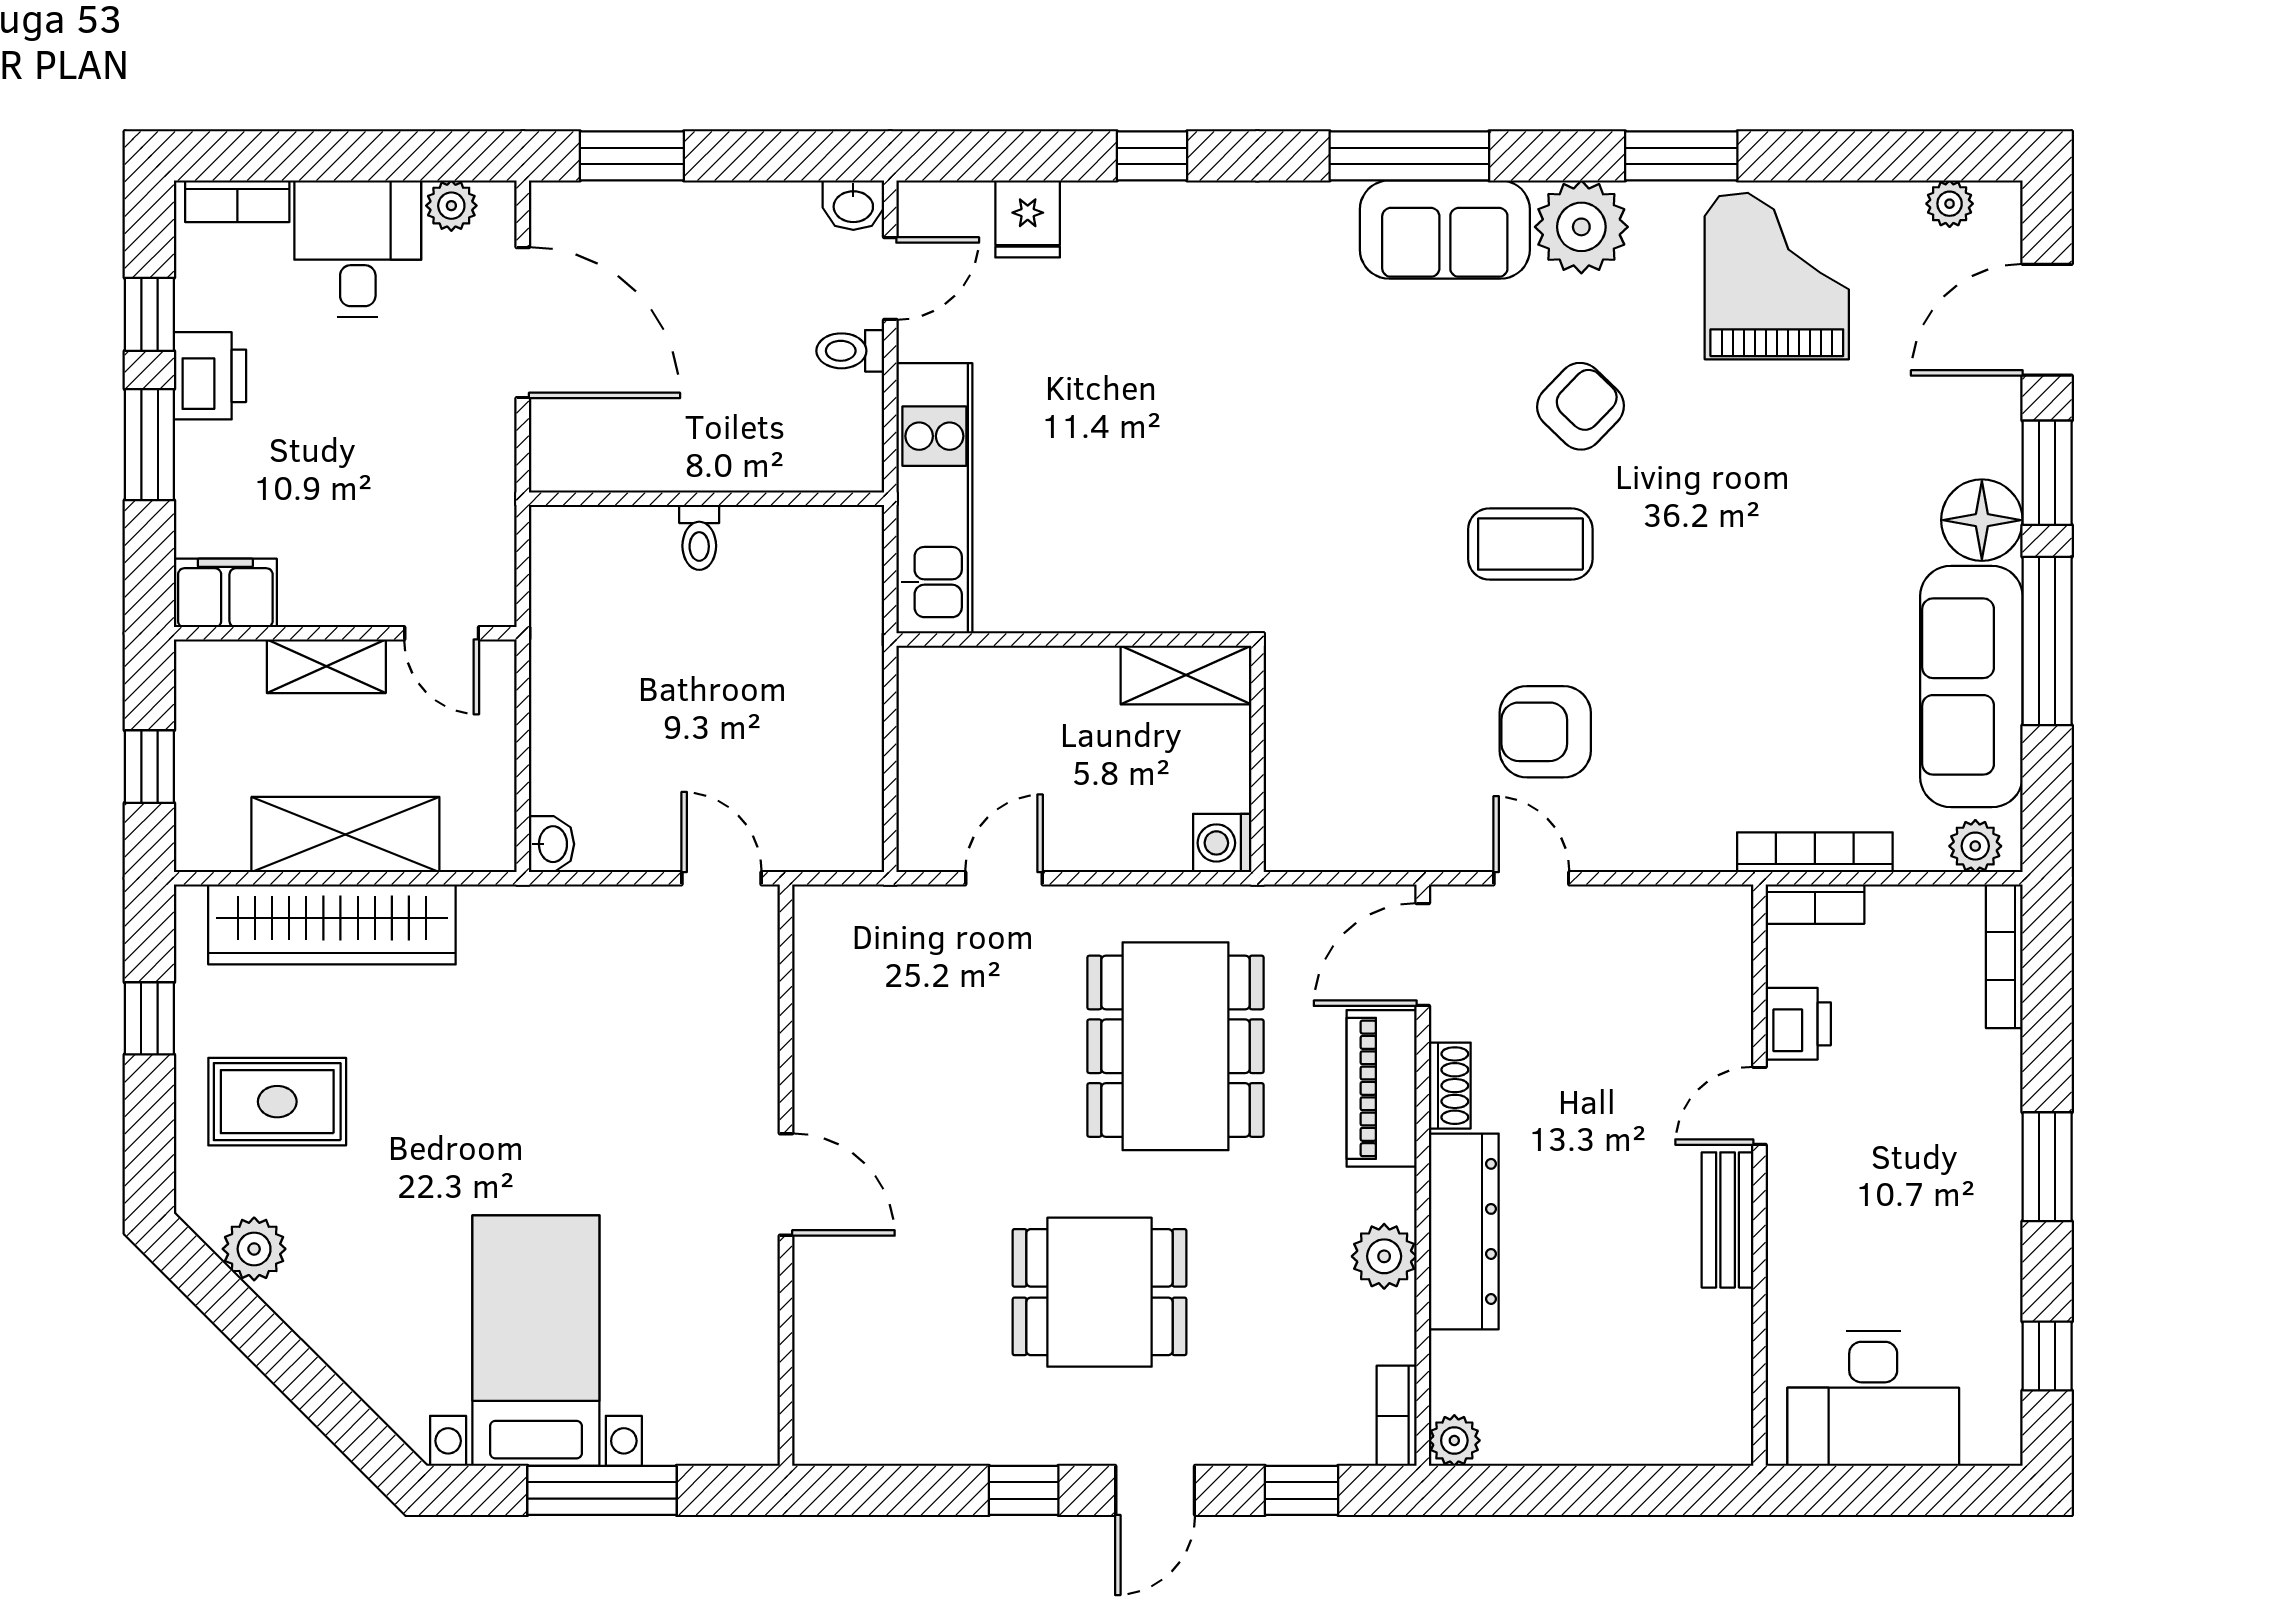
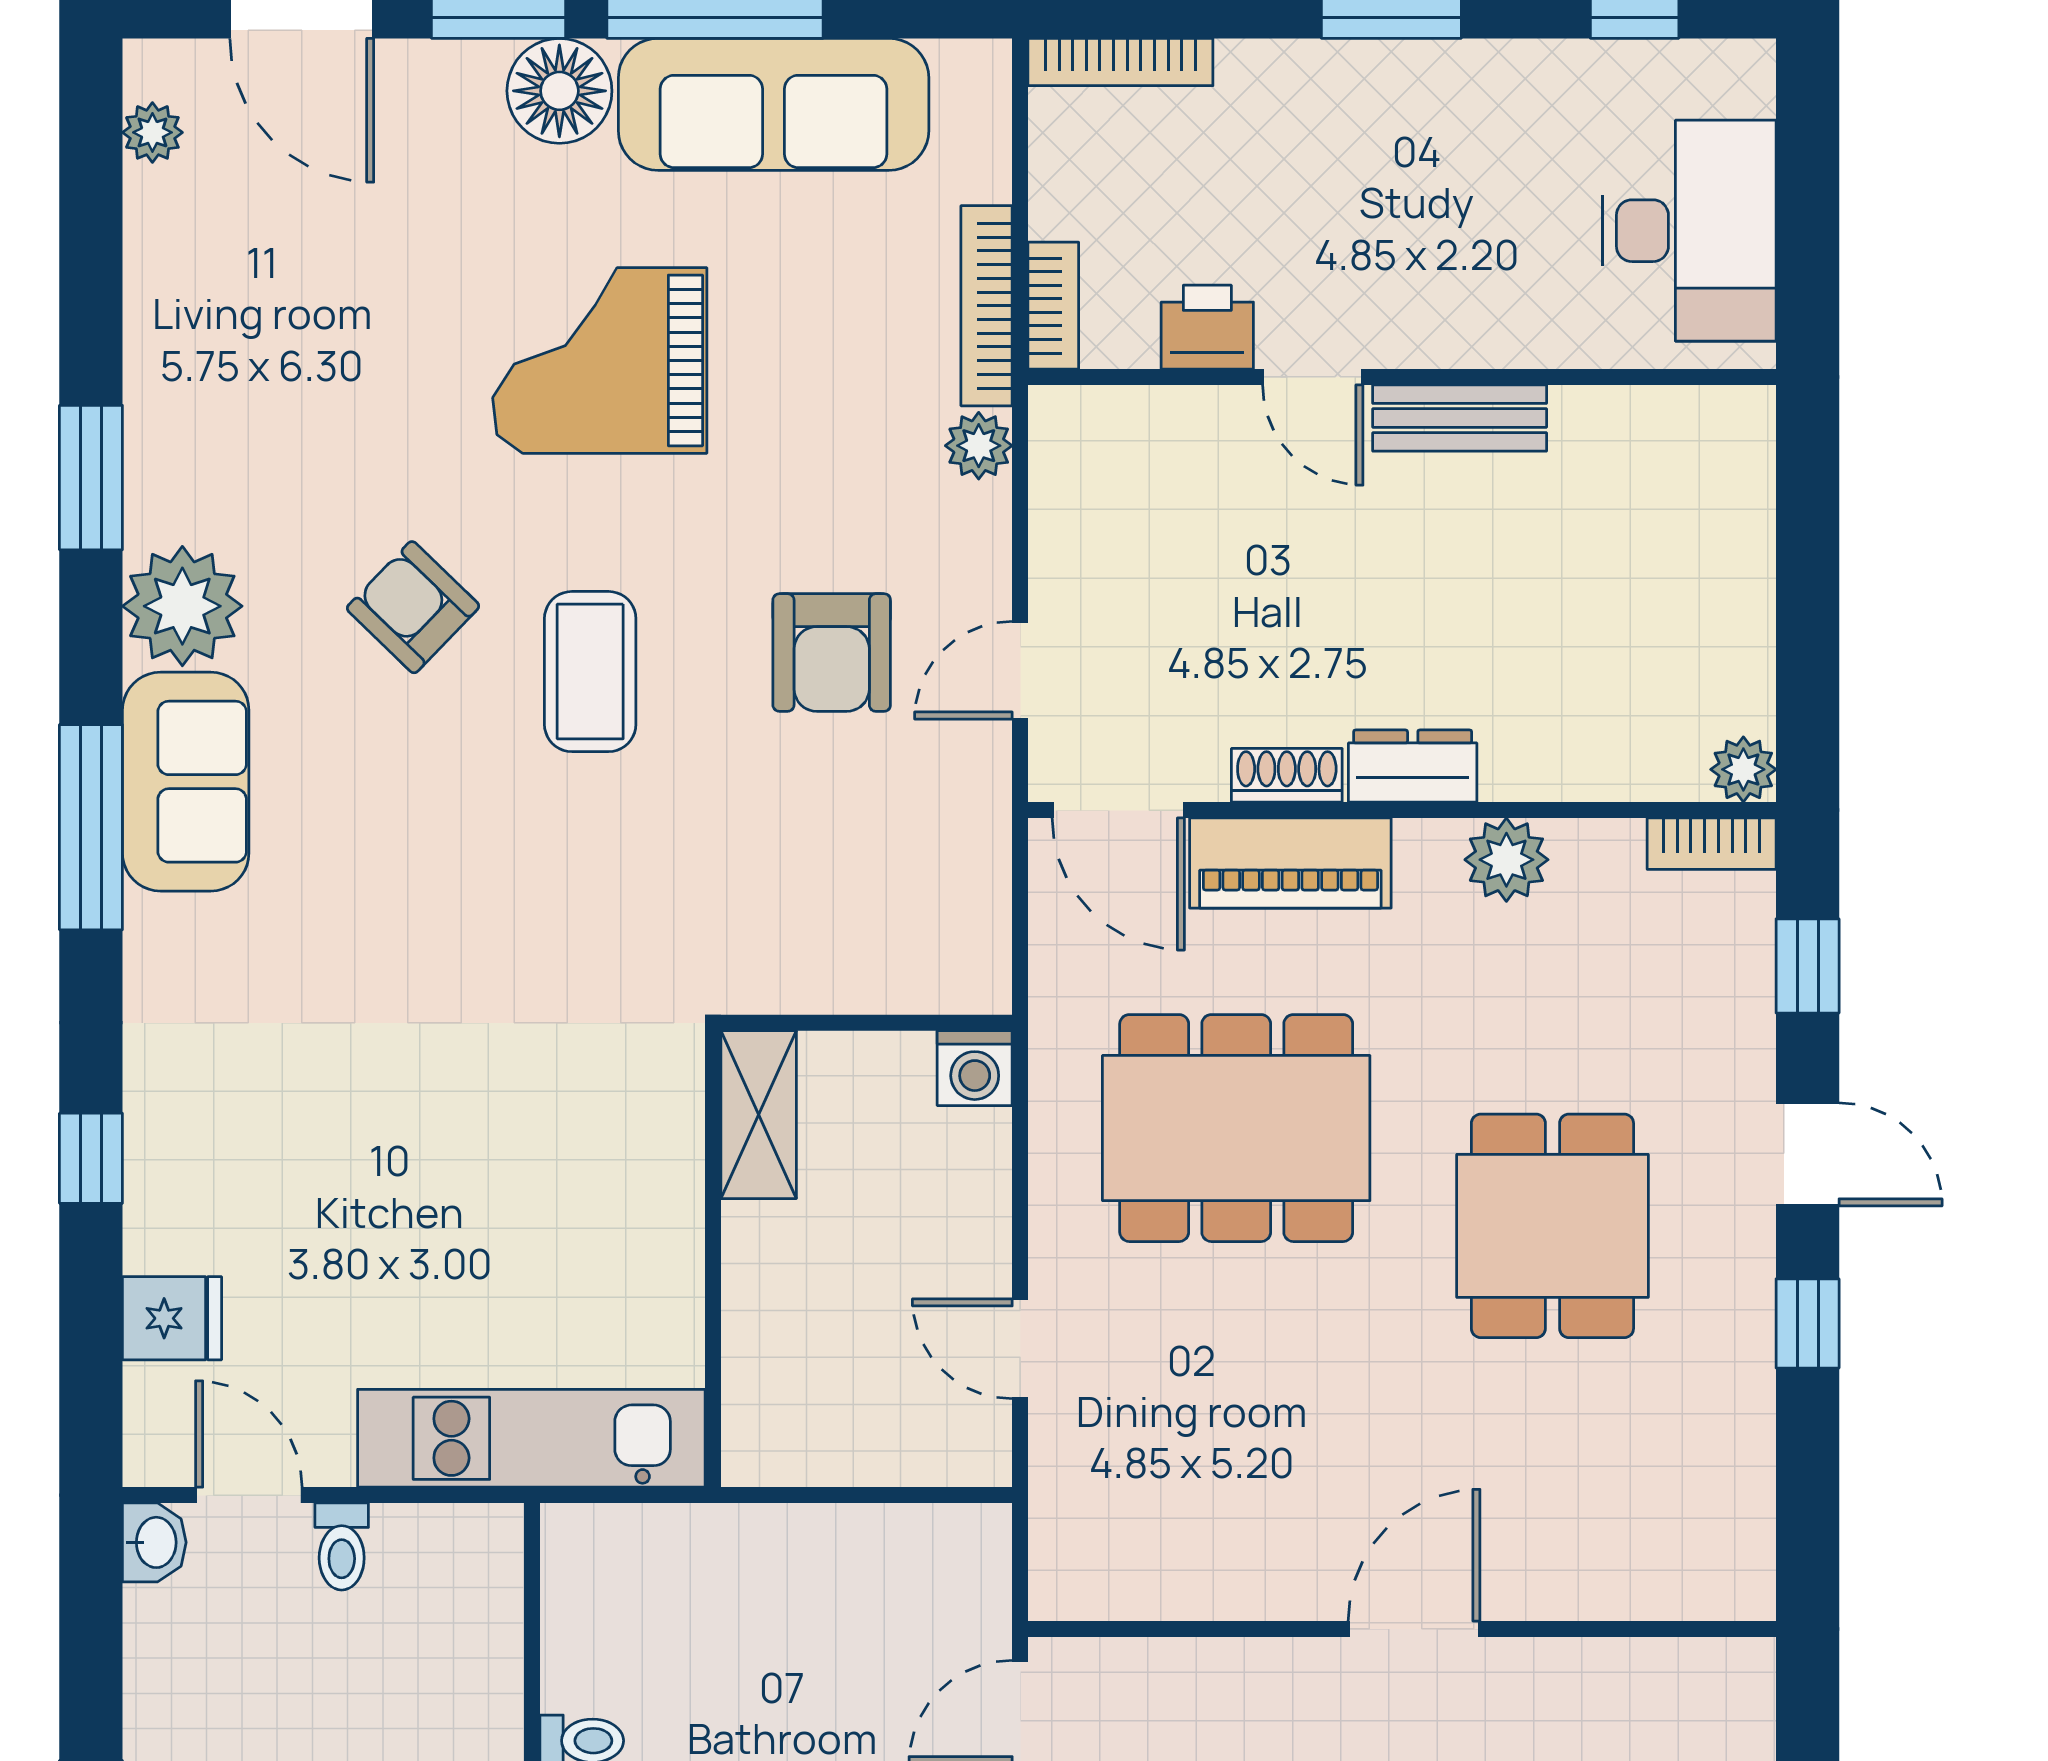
grand piano: (1777, 276) -> (600, 360), moved
plant: (1975, 846) -> (979, 446), moved
dresser: (1464, 1231) -> (1413, 766), width x0.51, depth x0.80

